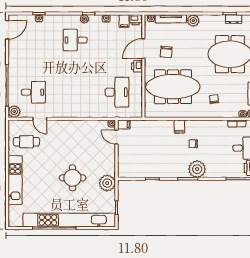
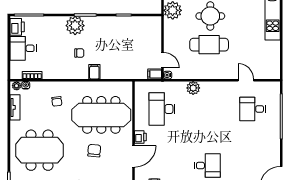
chair: (166, 52) -> (94, 151), moved
plant: (14, 112) -> (193, 88), moved
cafe table: (26, 142) -> (209, 45), moved, width x1.37, depth x1.35

